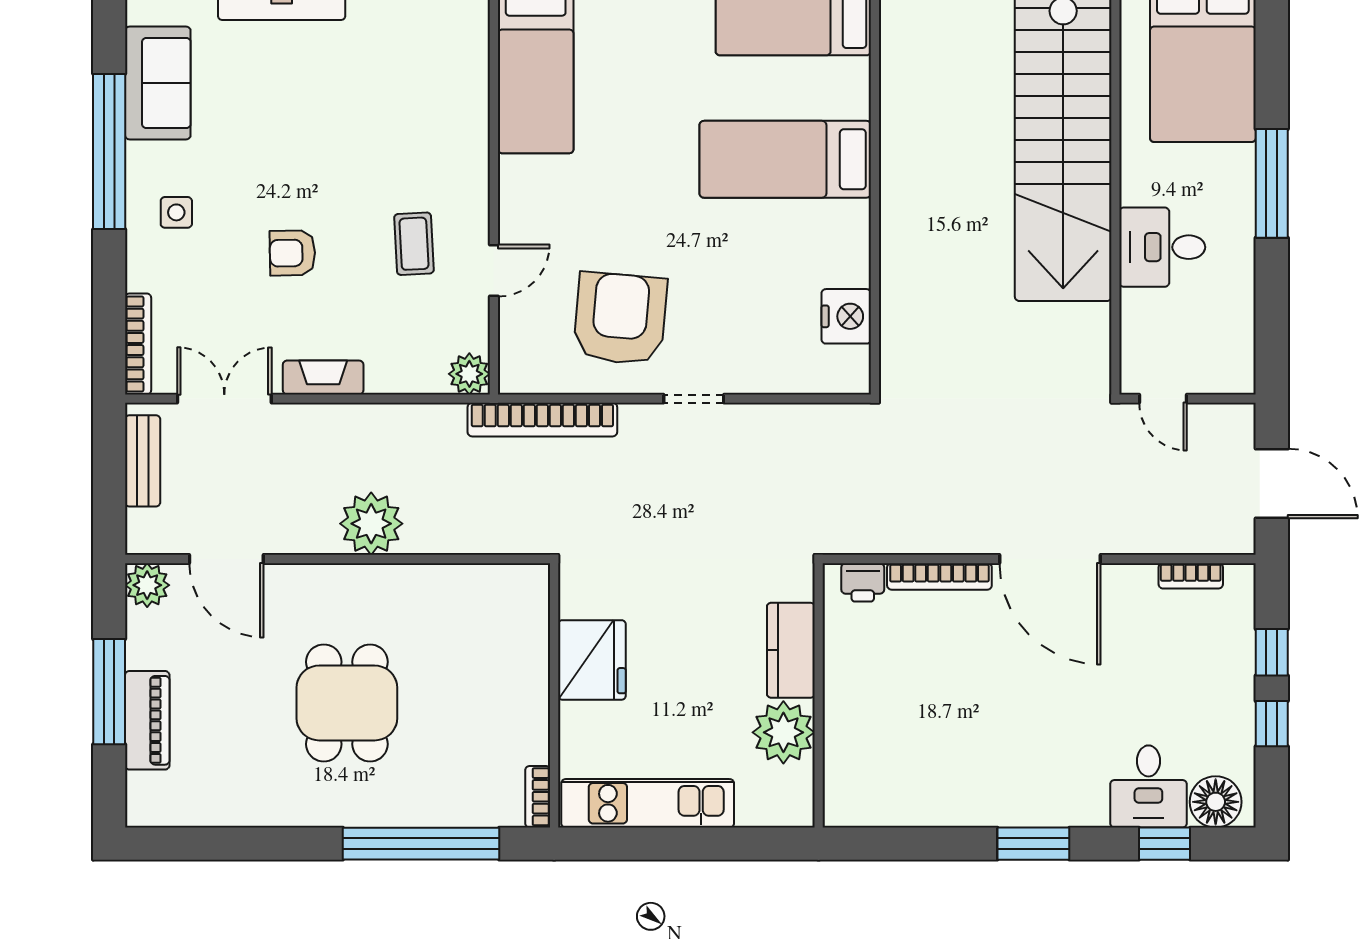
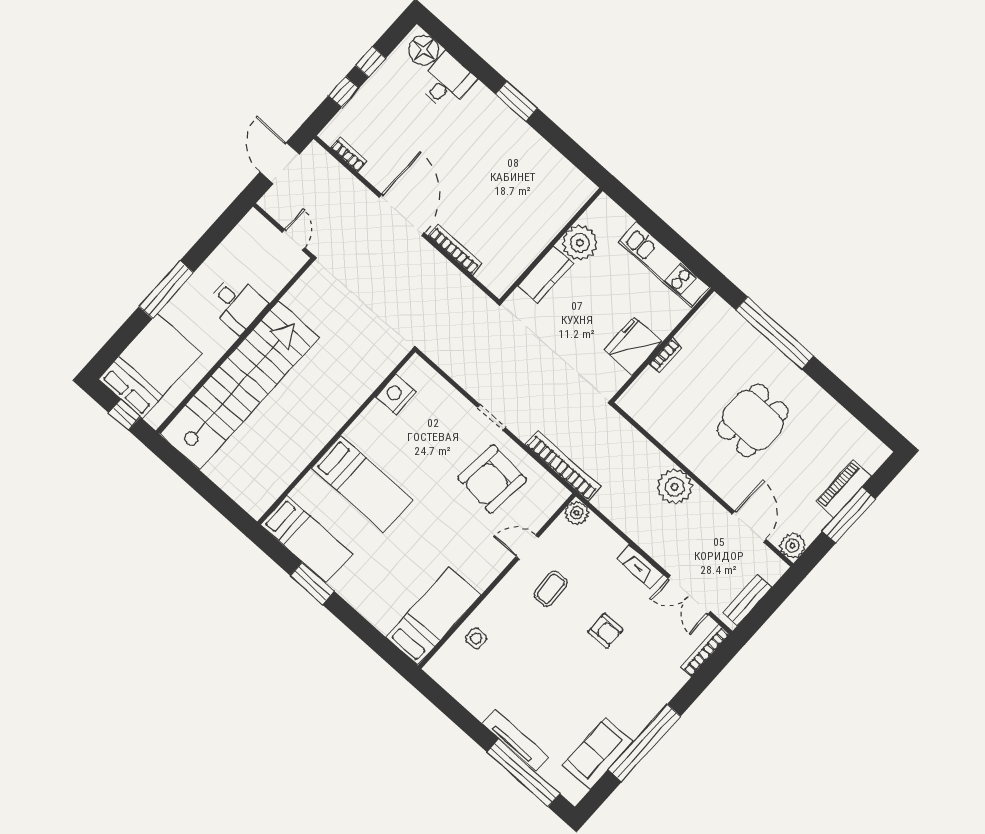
side table: (176, 212) -> (476, 638), moved
printer: (863, 582) -> (490, 276), removed
bookcase: (538, 797) -> (665, 356), moved
window: (1165, 844) -> (461, 52), removed

